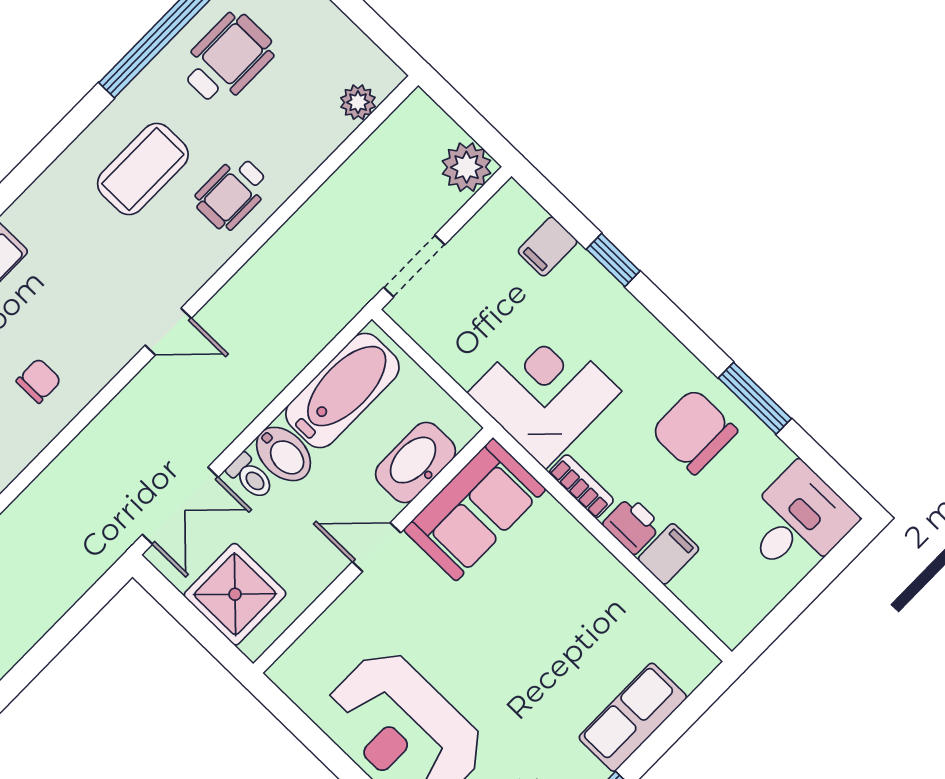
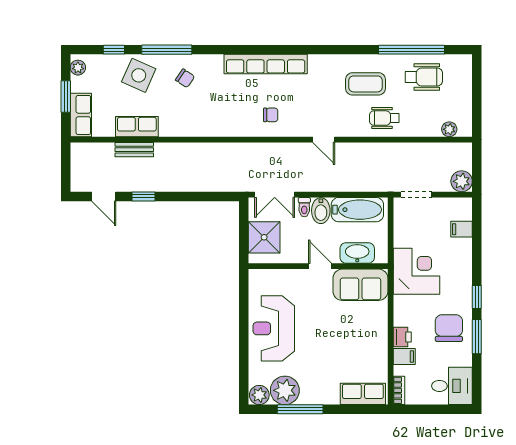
window: (613, 260) -> (477, 297), moved
bookcase: (581, 486) -> (399, 390), moved
row of seats: (633, 717) -> (363, 394), moved

